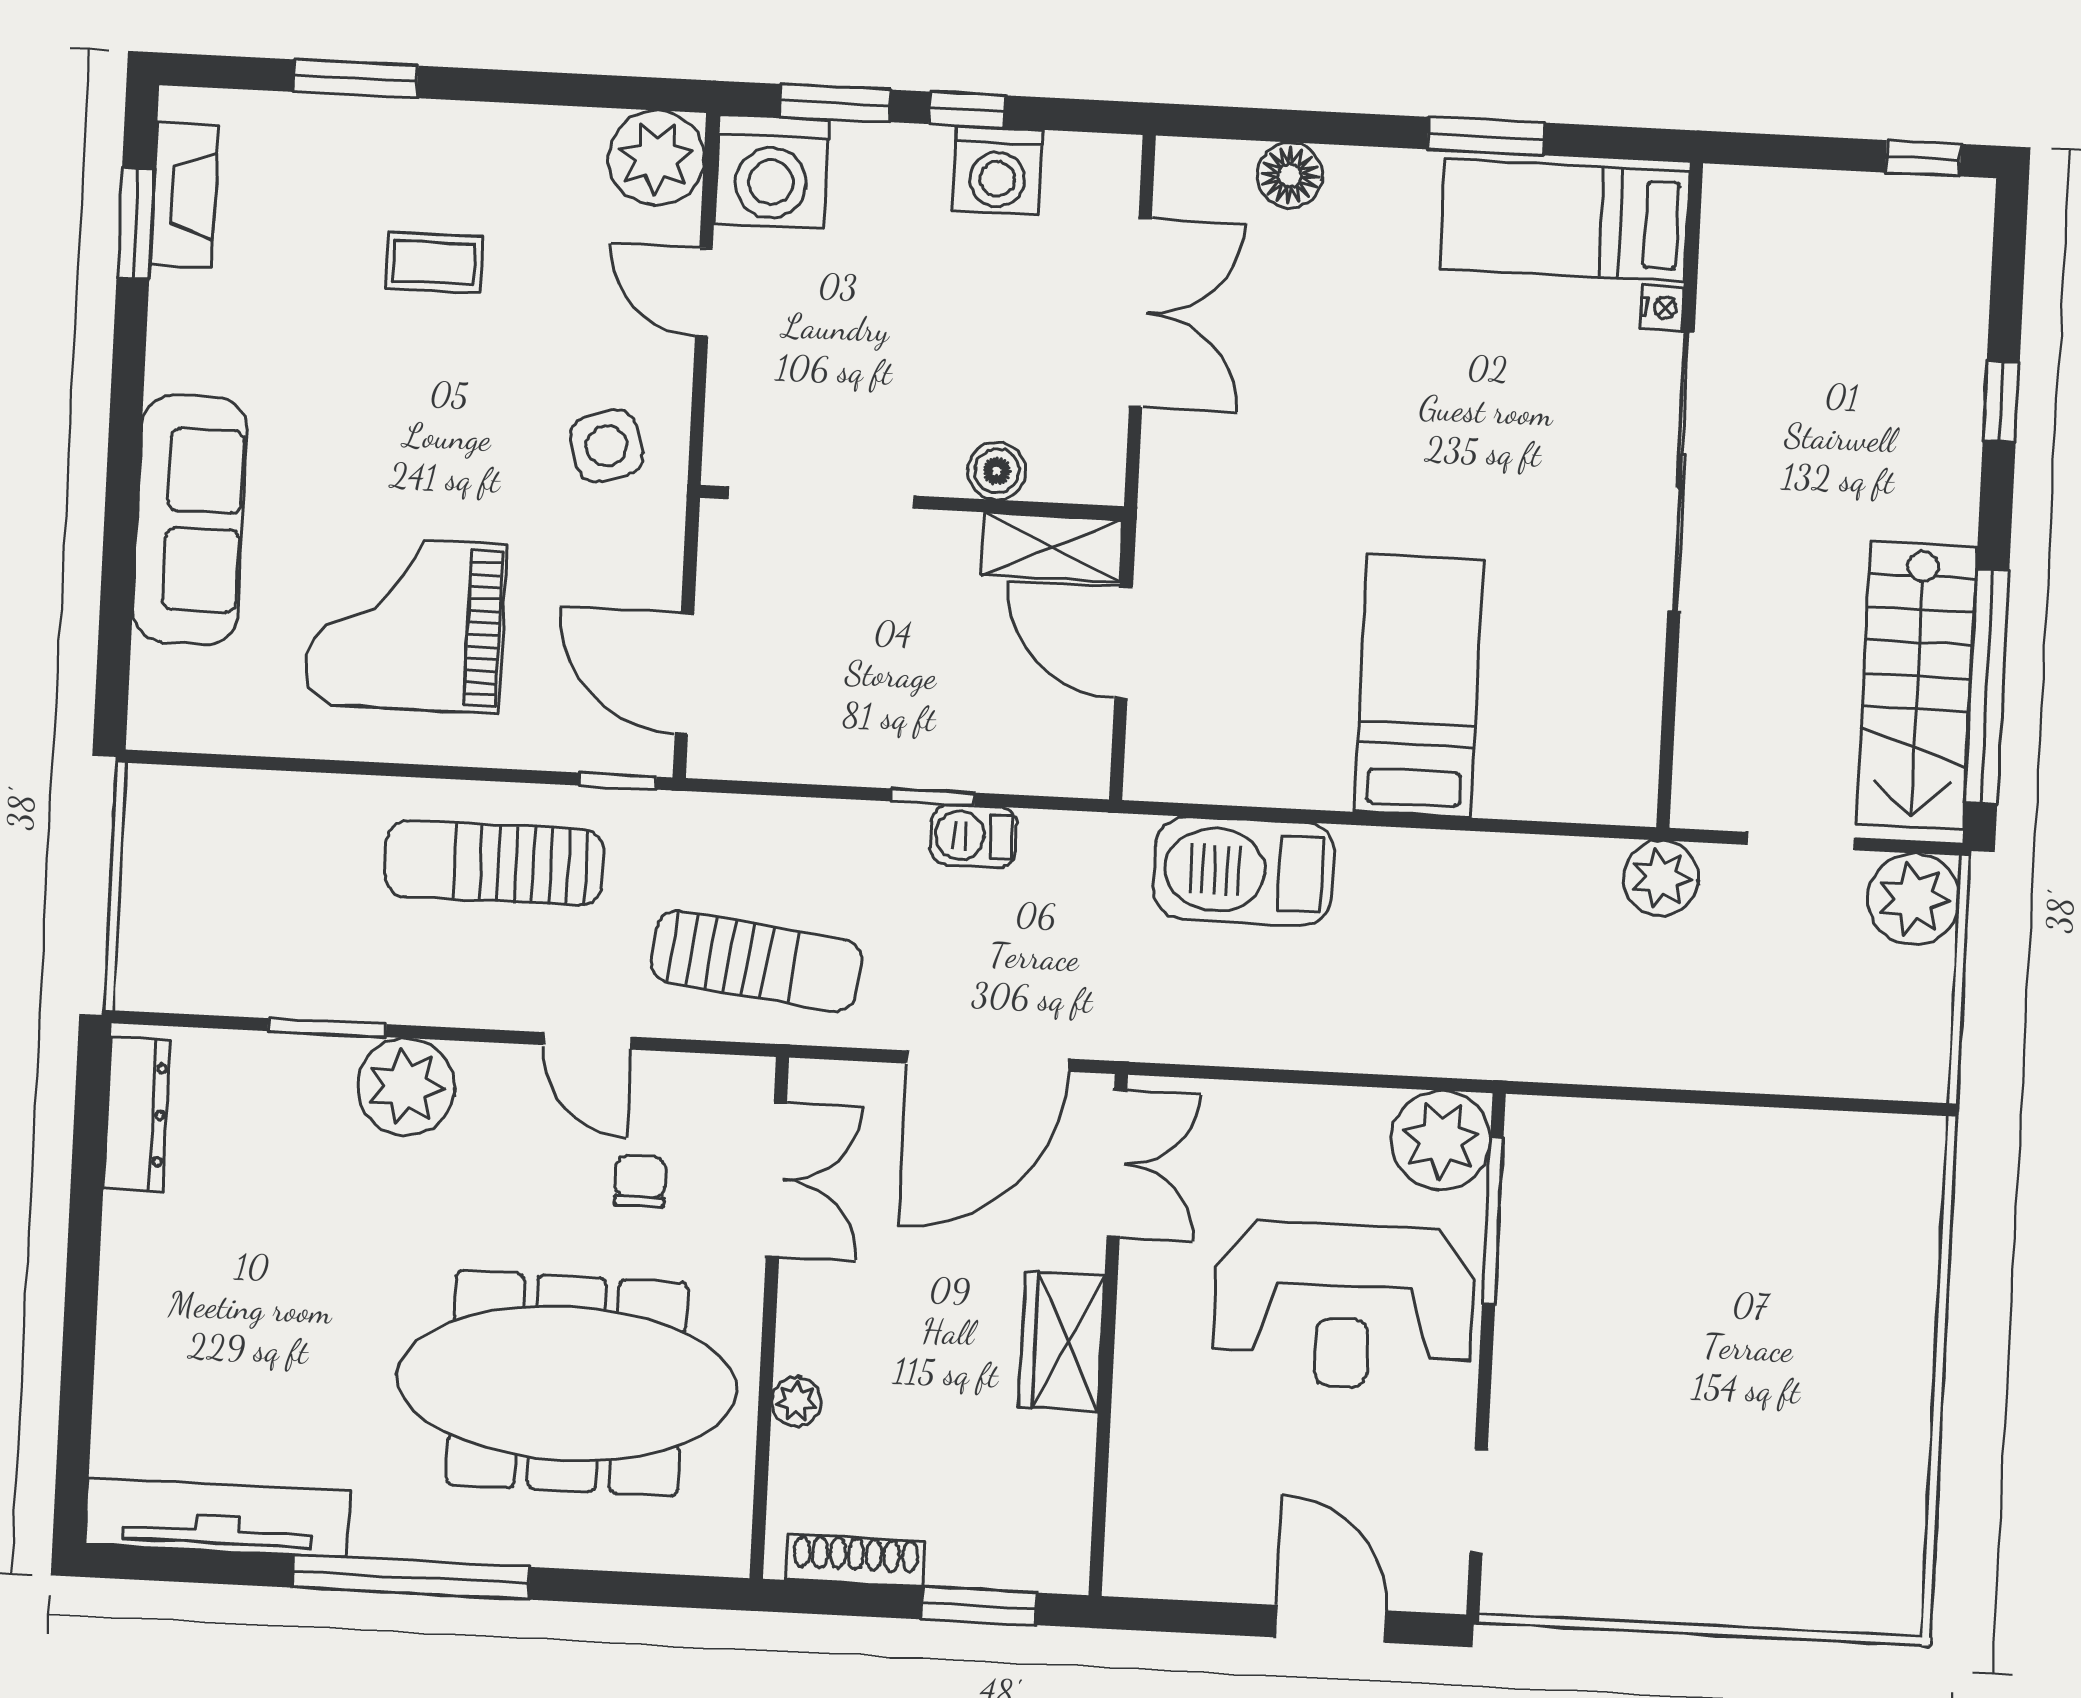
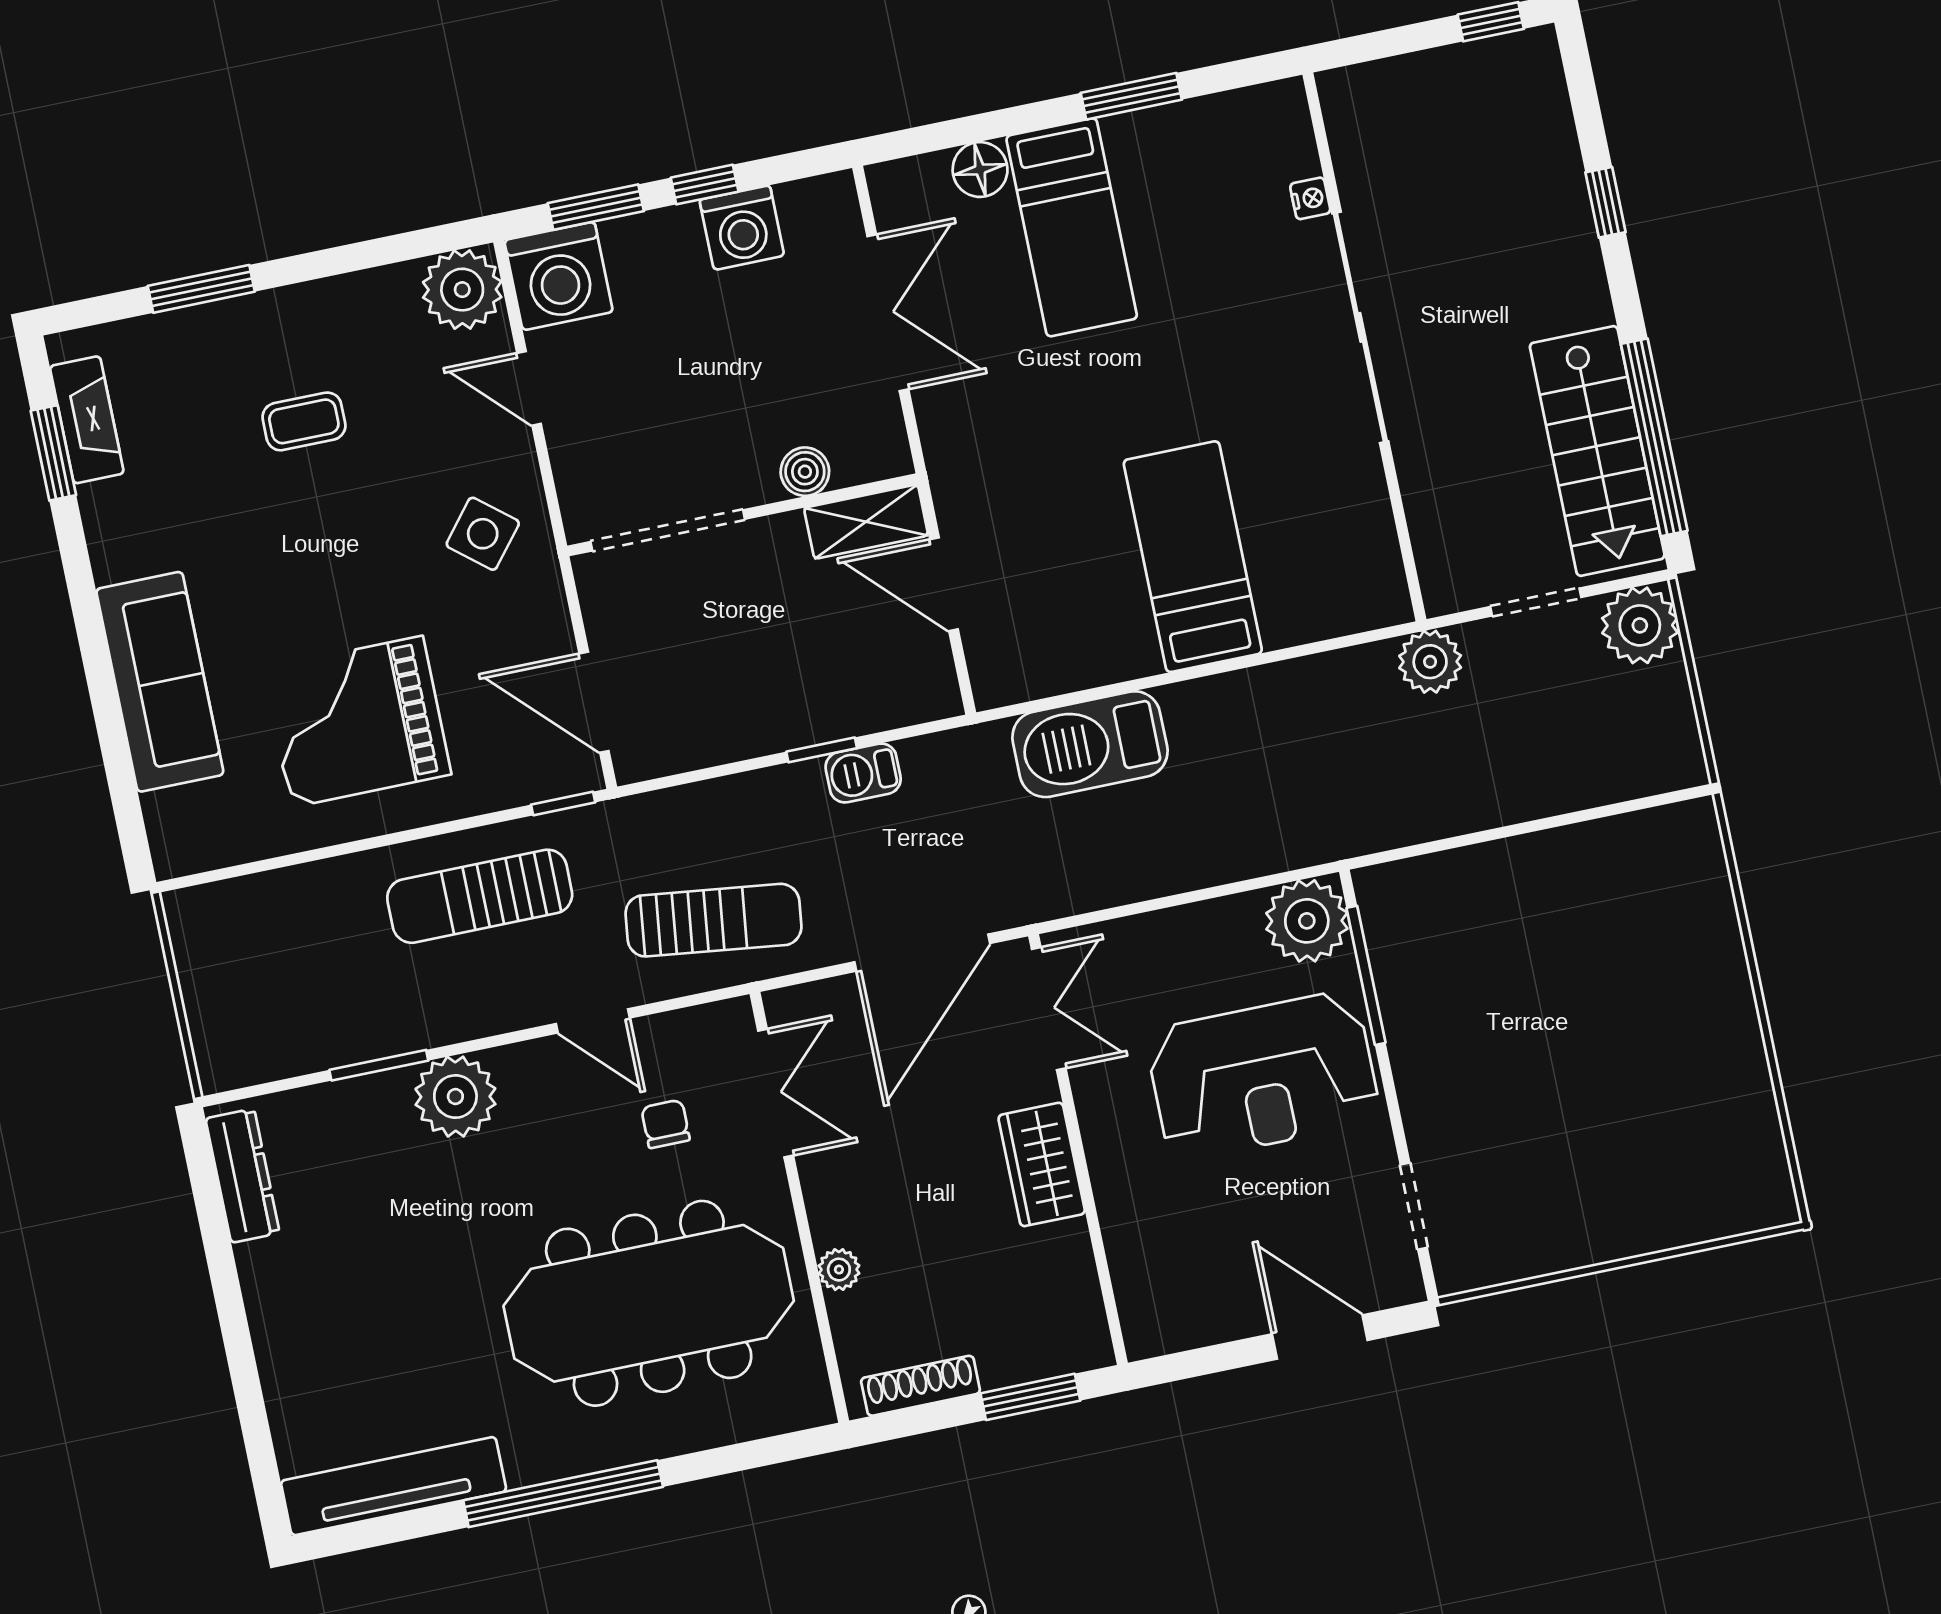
bed: (1565, 220) -> (1072, 227), moved, turned -90
side table: (607, 446) -> (483, 534), turned -34

